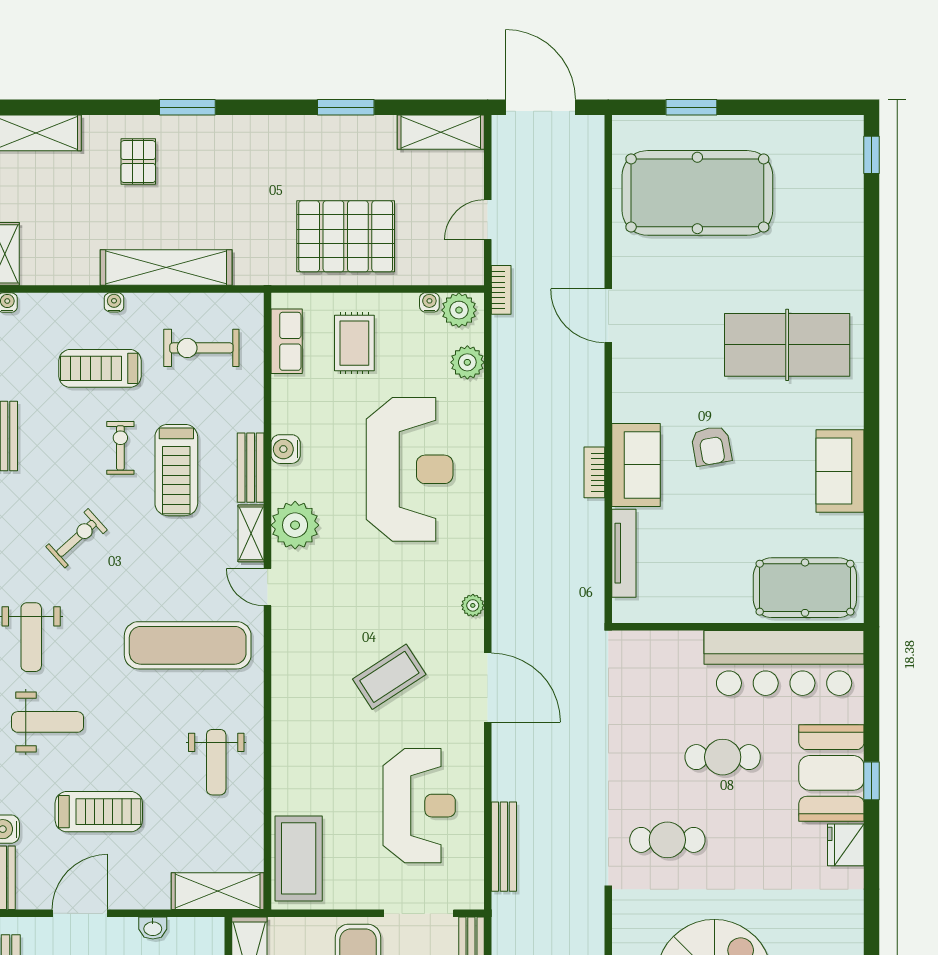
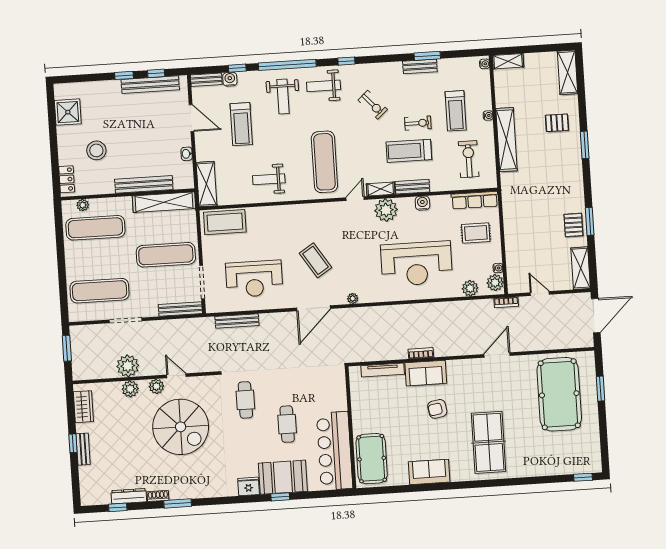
pallet: (346, 236) -> (573, 225), moved, width x0.49, depth x0.50
row of seats: (287, 341) -> (475, 200), width x1.48
treadmill: (100, 368) -> (456, 111), turned 180

